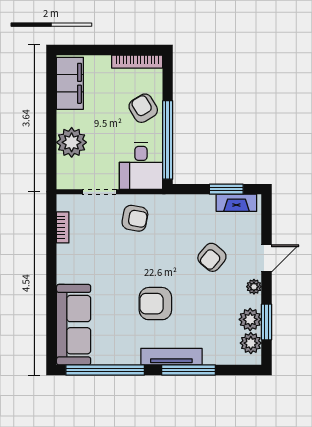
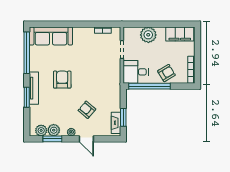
armchair: (135, 218) -> (108, 69), removed
window: (189, 370) -> (27, 97), width x0.69

